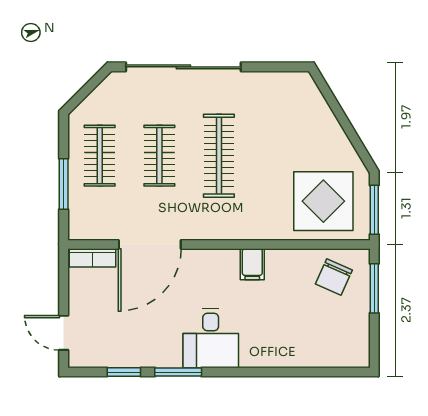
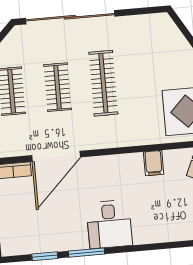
filing cabinet: (252, 264) -> (154, 163), moved

